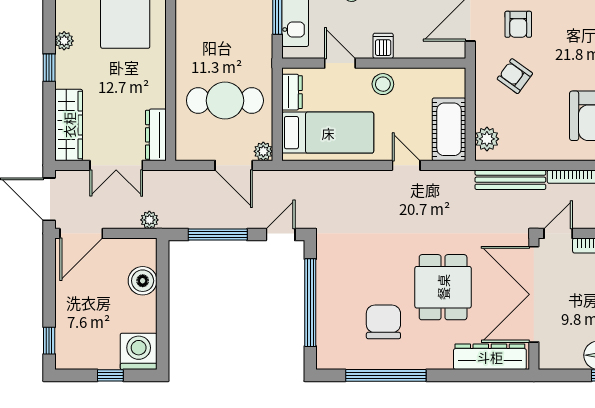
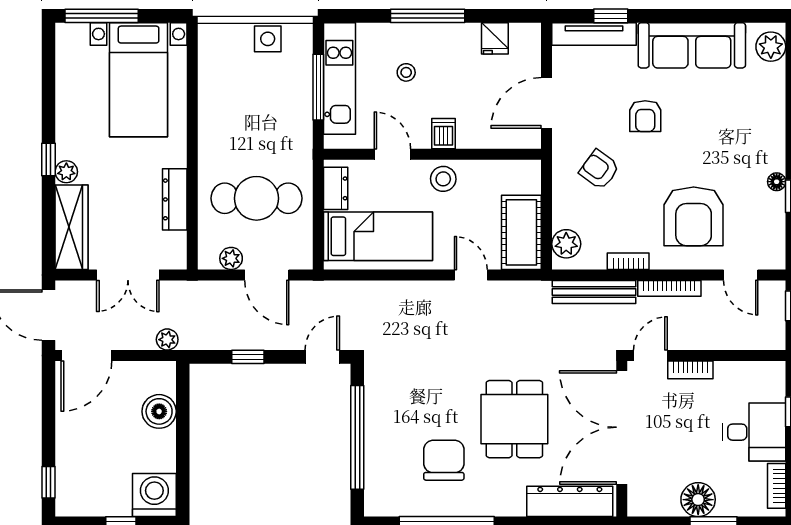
armchair: (518, 24) -> (645, 116), moved
plant: (64, 41) -> (66, 172), moved
dresser: (156, 135) -> (175, 199), moved
plant: (263, 151) -> (231, 258), moved
bookcase: (539, 154) -> (628, 261), added
window: (218, 235) -> (248, 357), width x0.46

